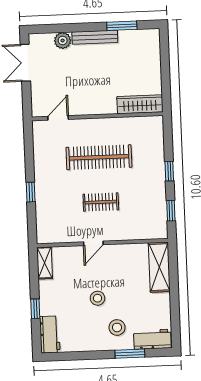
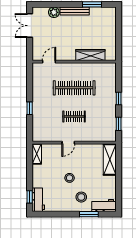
wardrobe: (140, 104) -> (90, 55), moved
window: (35, 309) -> (30, 197), moved

